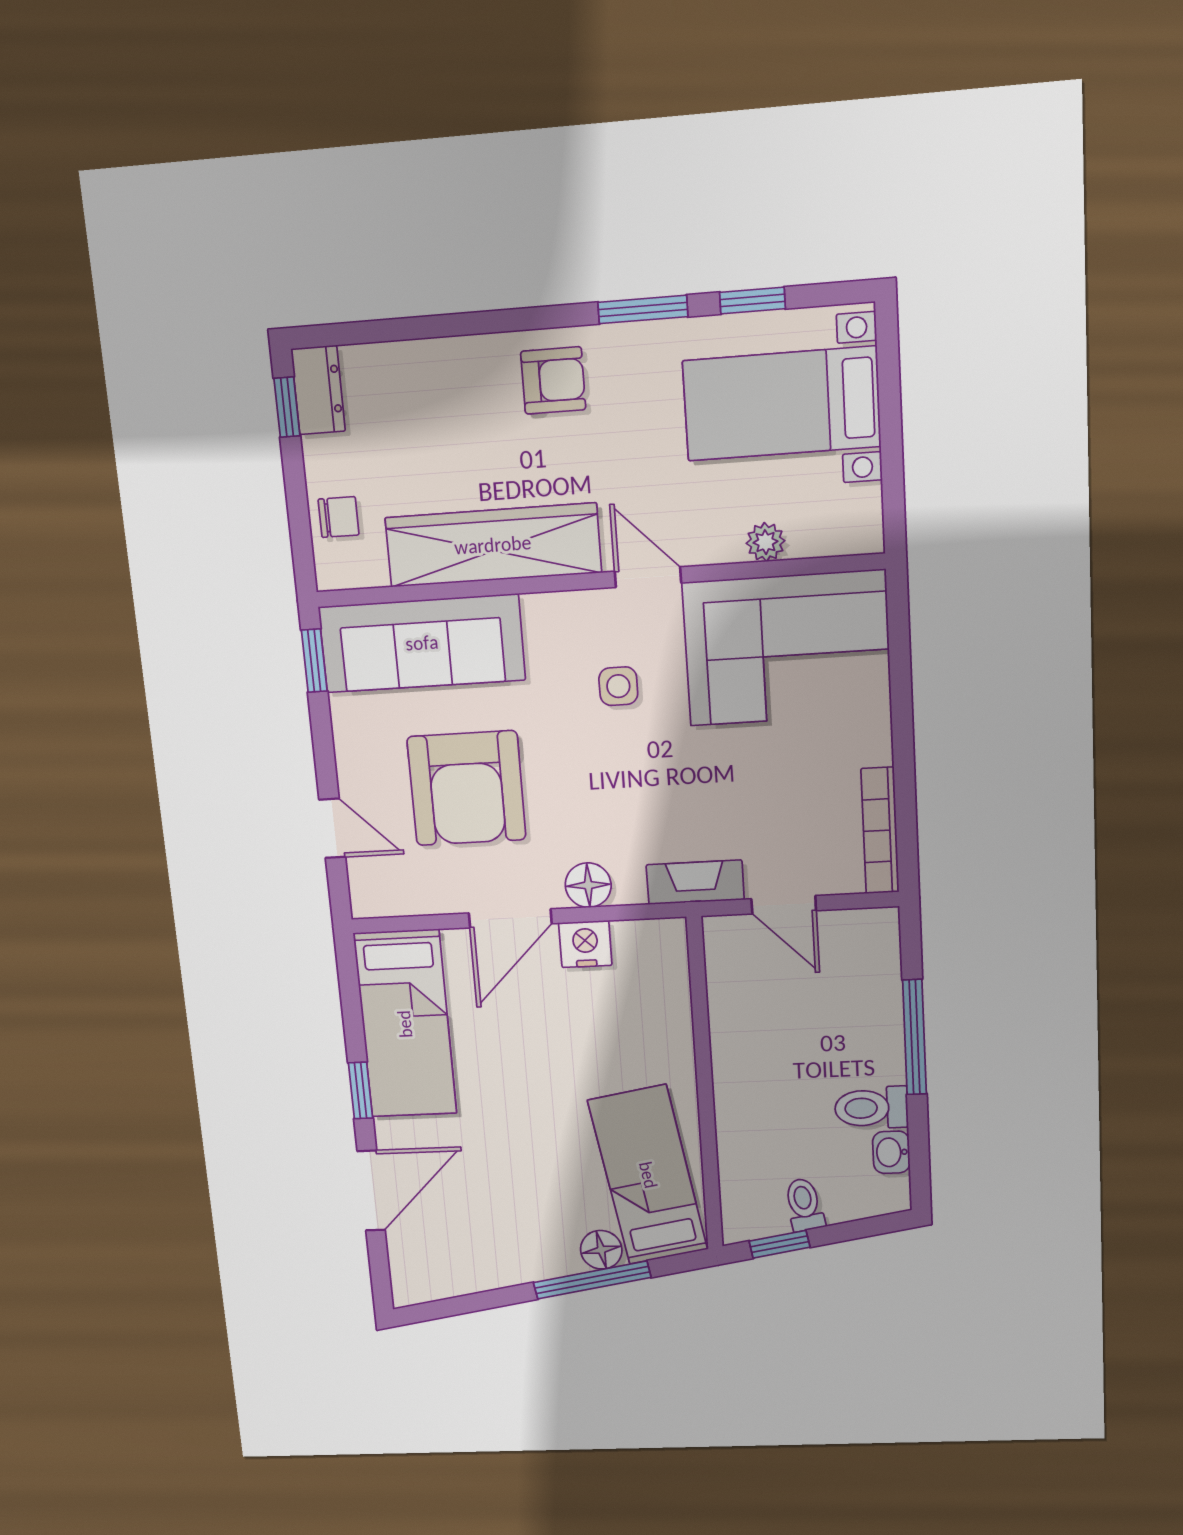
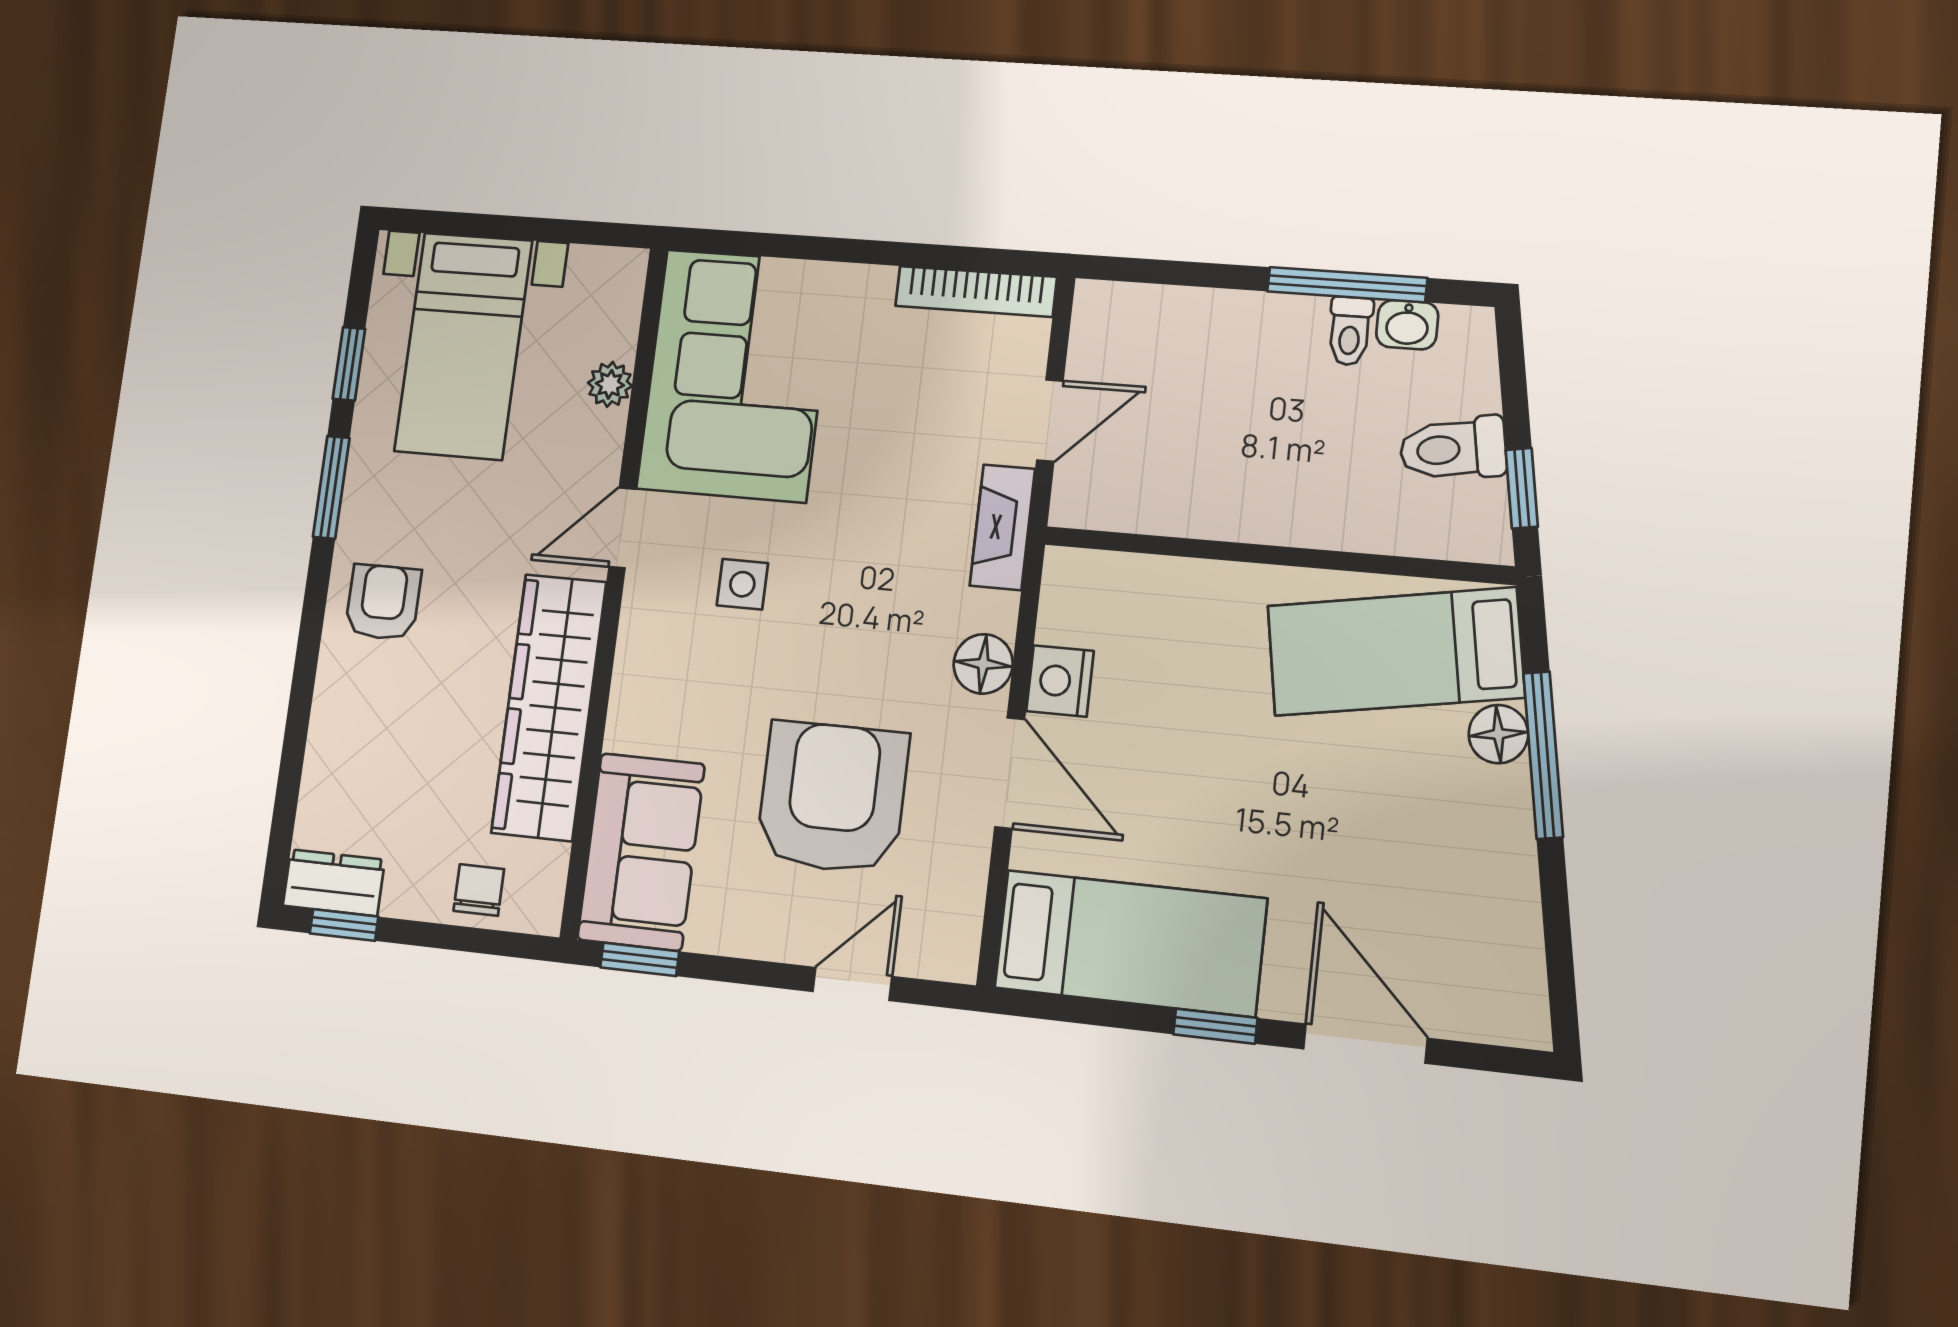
sofa: (422, 643) -> (641, 852), width x0.73
armchair: (466, 788) -> (832, 797), turned -90
window: (915, 1037) -> (1347, 285), moved
toilet: (871, 1108) -> (1350, 331), width x0.73, depth x0.72
toilet: (804, 1205) -> (1453, 449), width x1.37, depth x1.39

